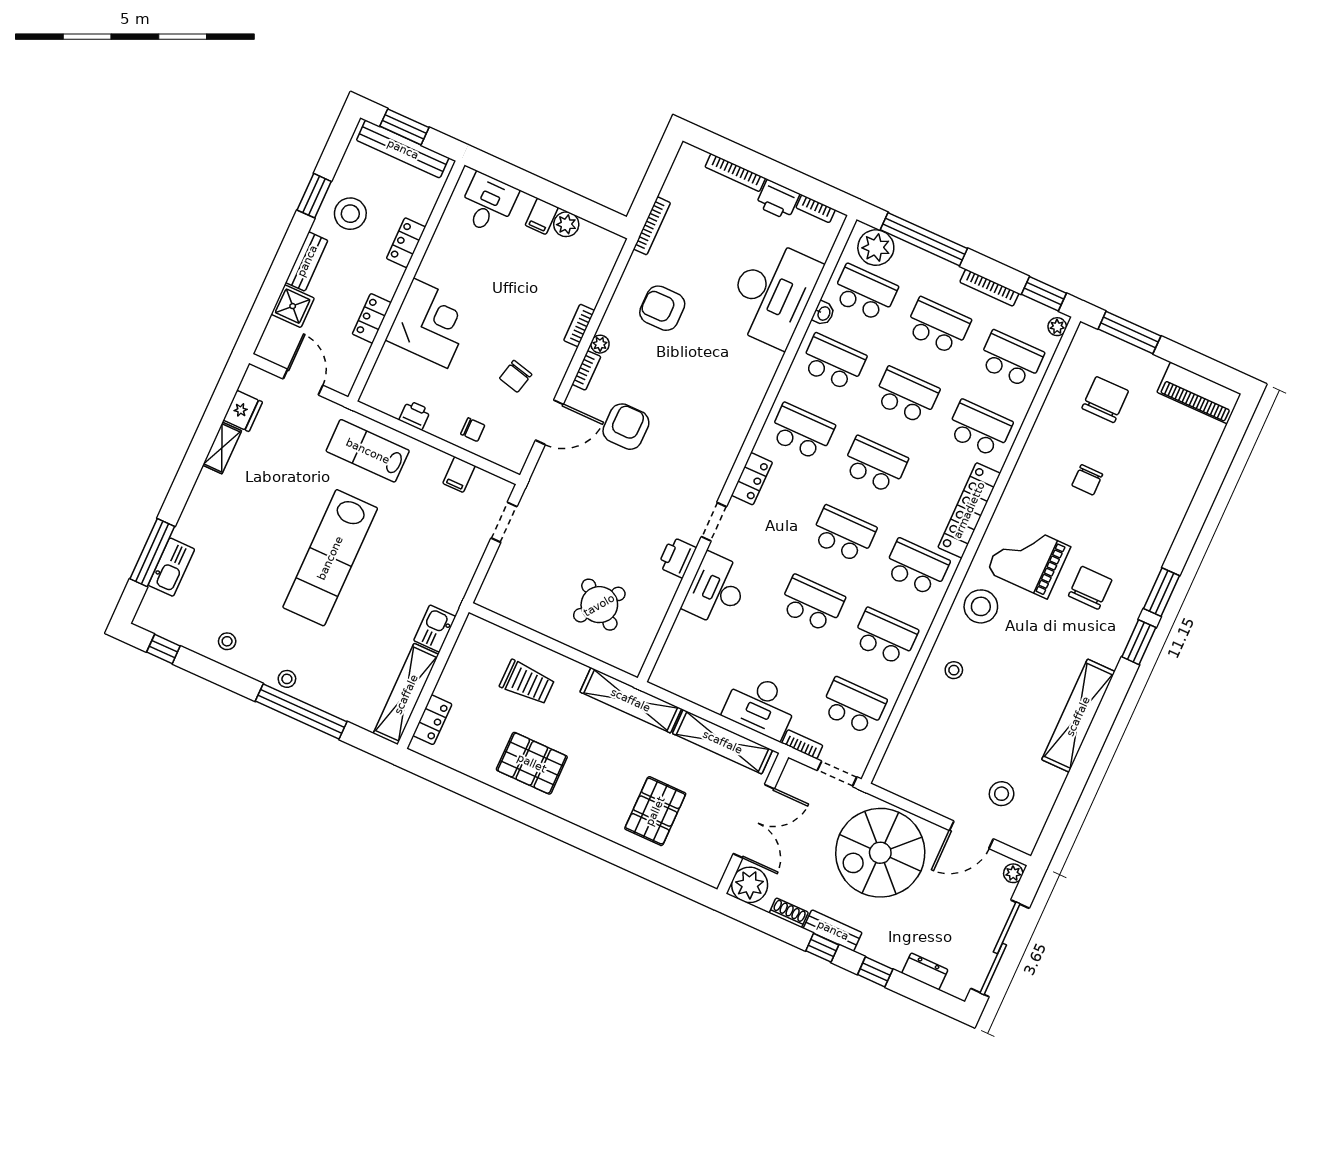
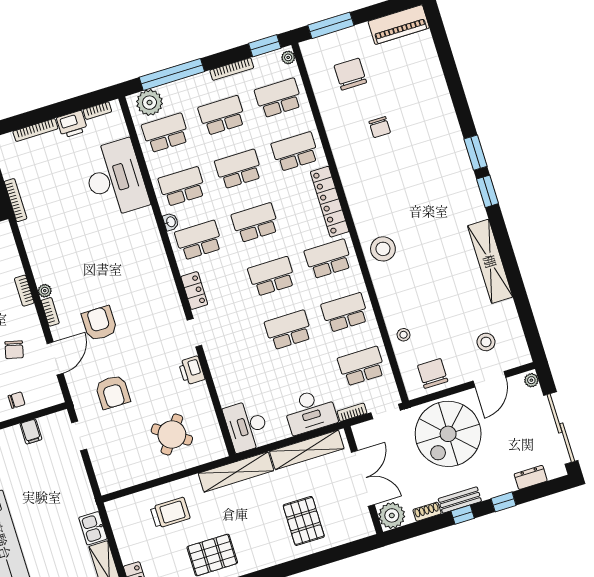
armchair: (662, 308) -> (113, 392), moved, turned -90
washbasin: (823, 313) -> (171, 222), moved
grand piano: (1028, 559) -> (386, 200), removed
chair: (1090, 588) -> (433, 373), moved
desk: (716, 590) -> (247, 426), moved
stool: (954, 670) -> (404, 335), moved

